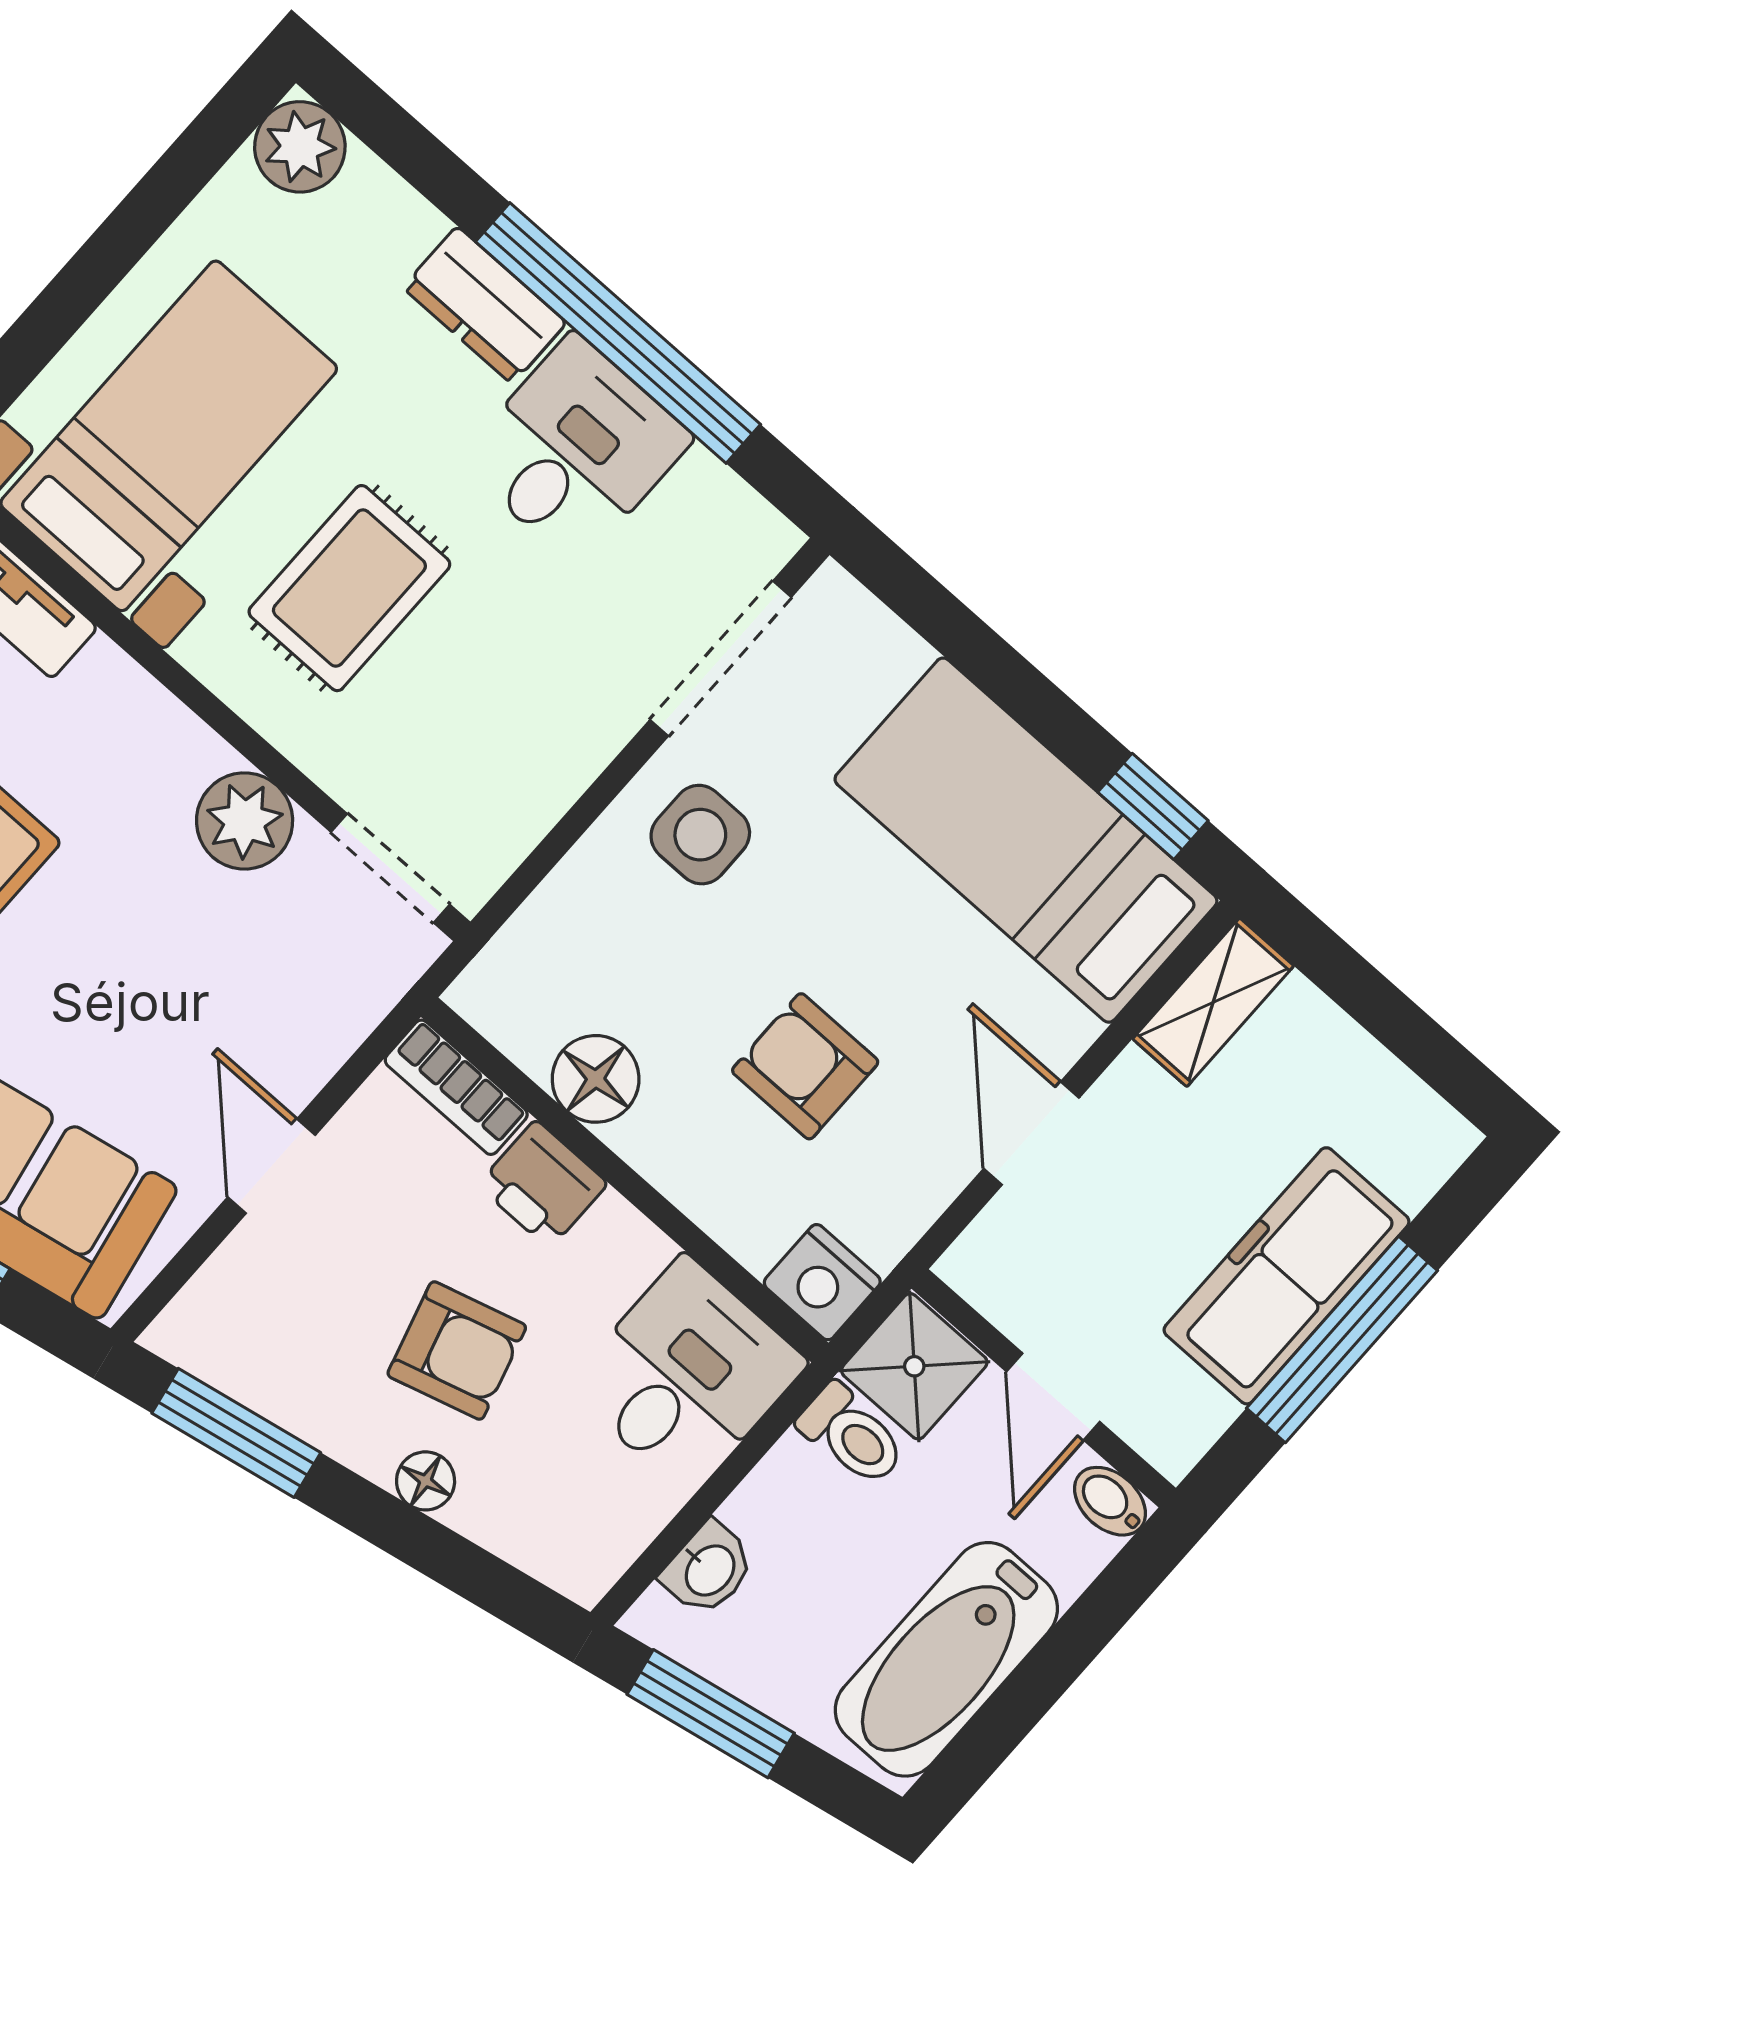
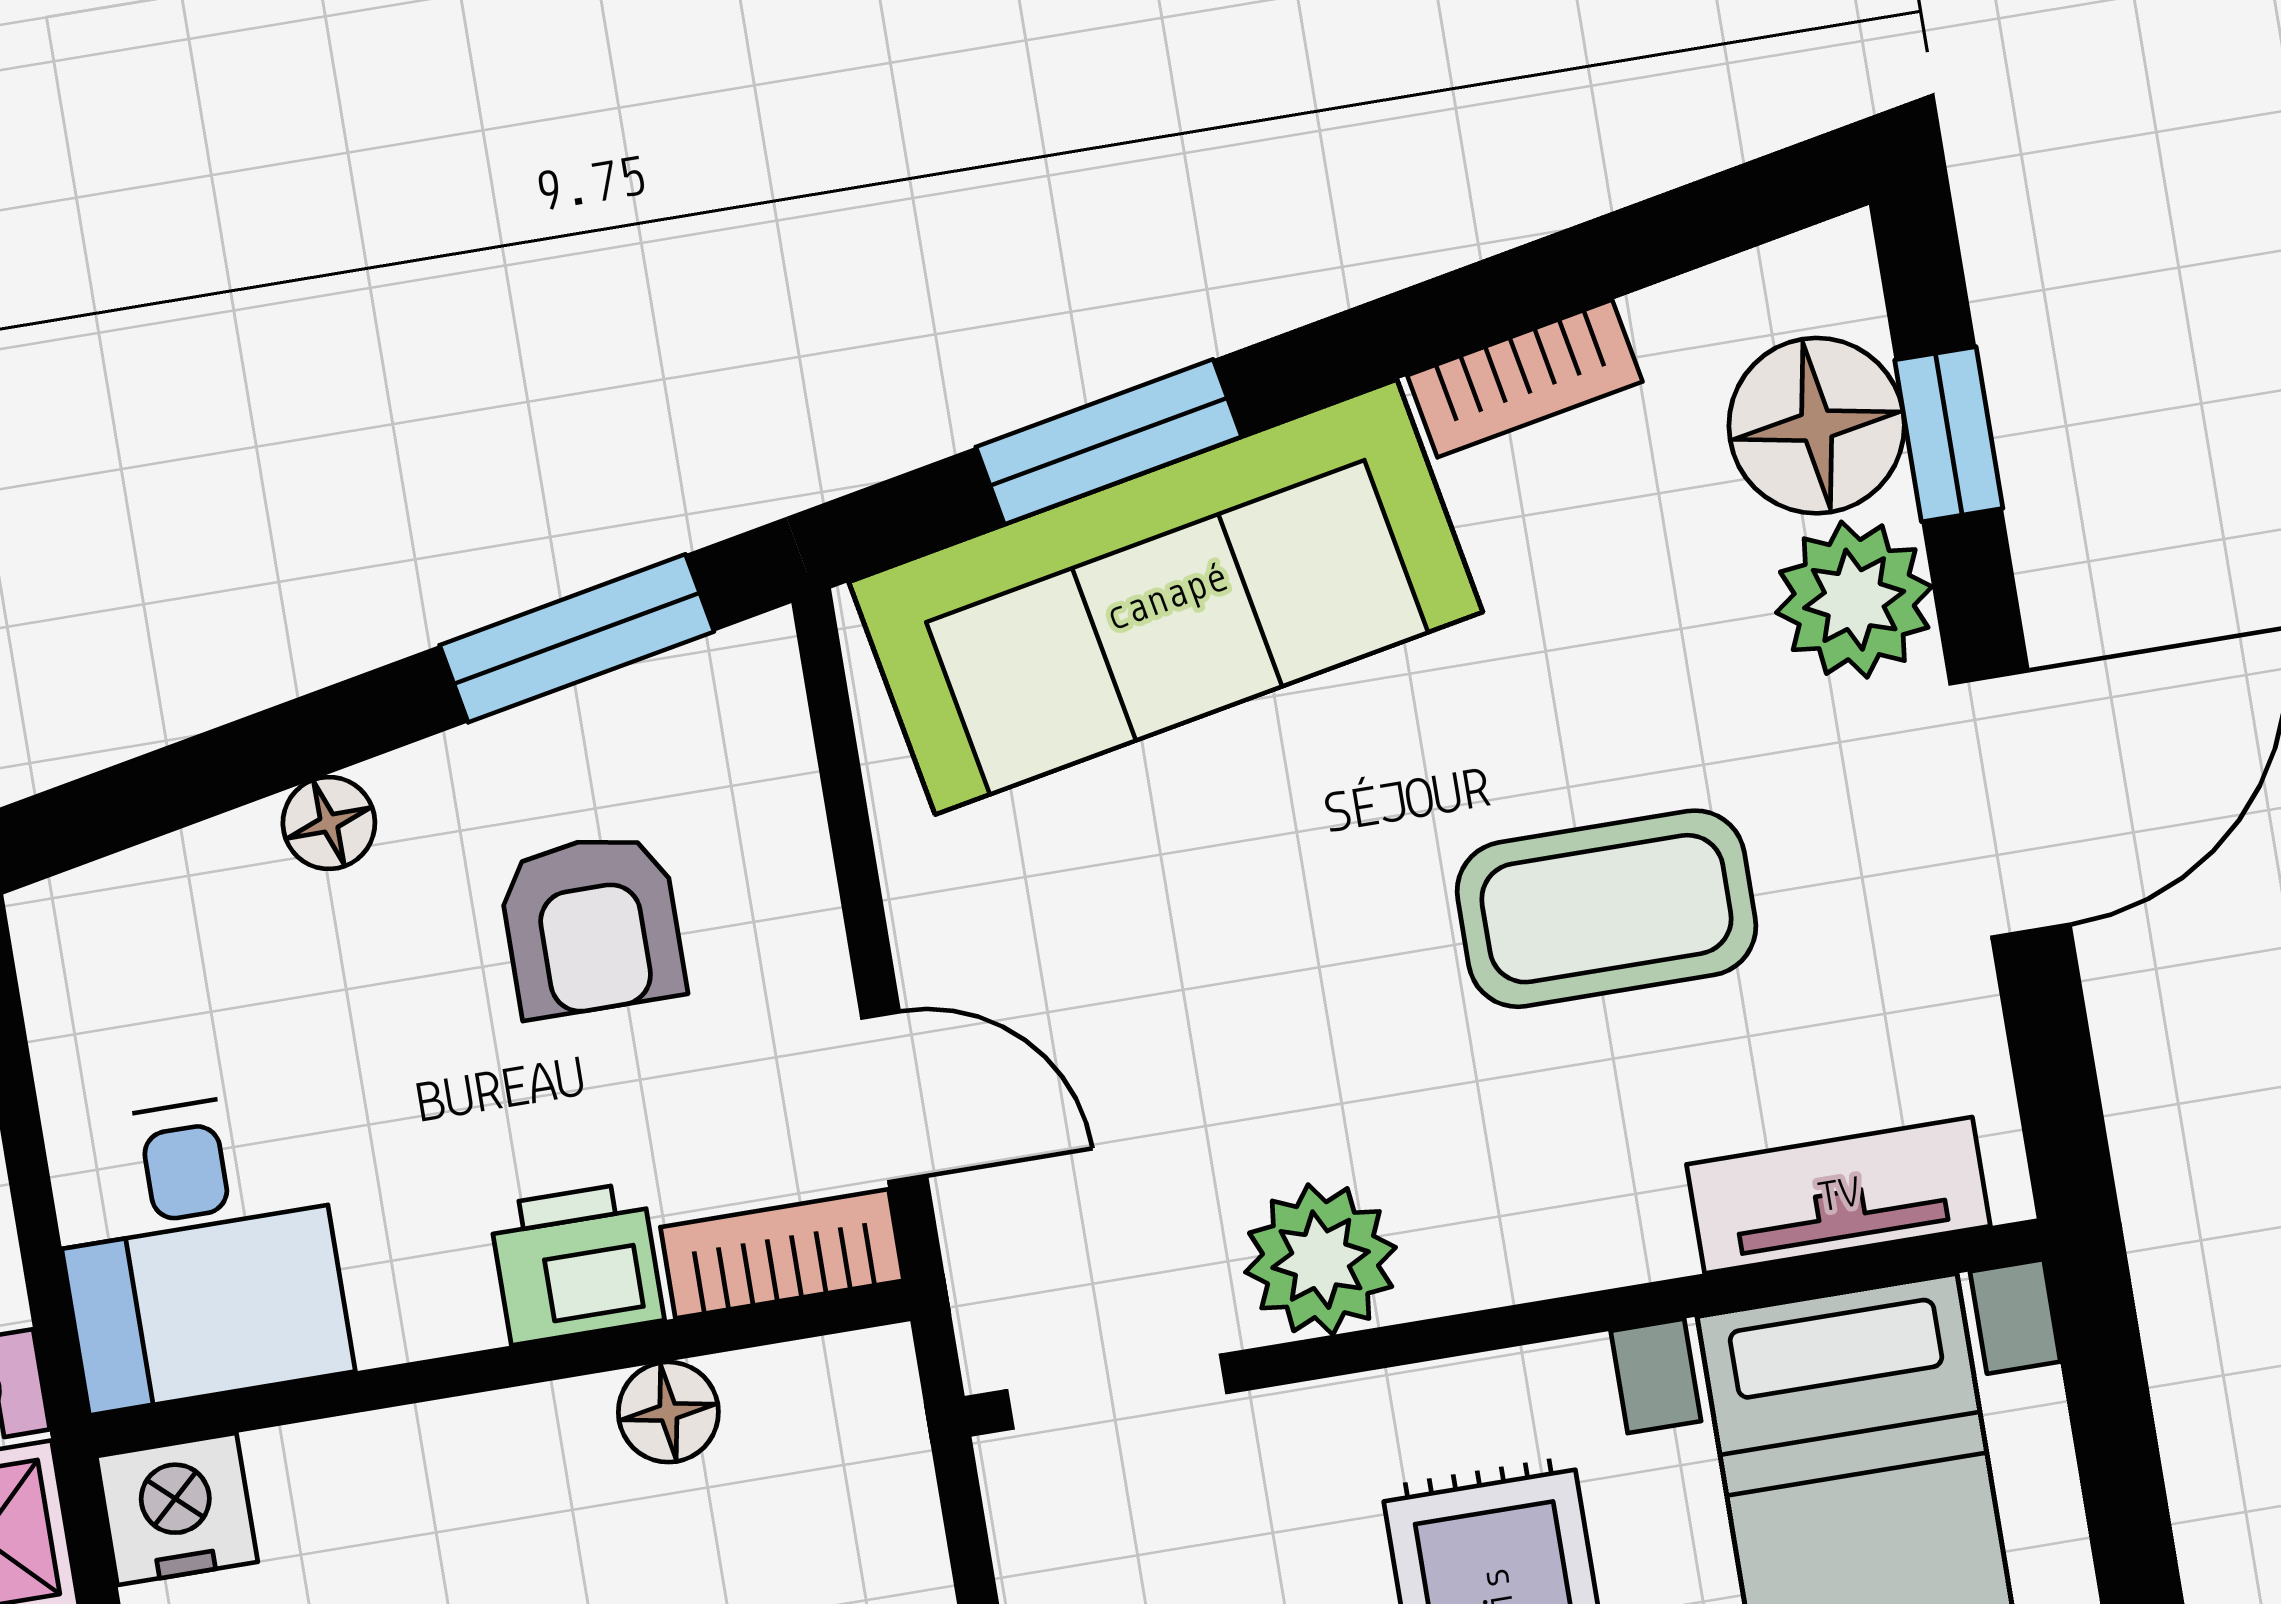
floor lamp: (596, 1079) -> (668, 1412), width x0.73, depth x0.73
door: (271, 1166) -> (894, 1097), moved
armchair: (457, 1351) -> (592, 925), moved, turned -74

